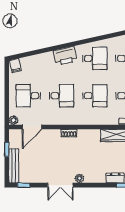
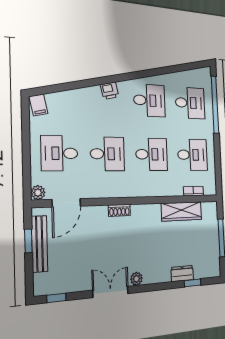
printer: (65, 56) -> (110, 91), width x0.53, depth x0.68
bench: (14, 166) -> (39, 244), moved
double door: (60, 185) -> (111, 292), swing flipped

